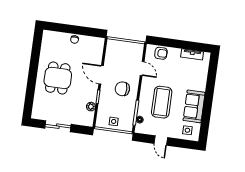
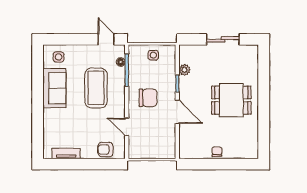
dining table: (58, 78) -> (231, 100), turned 90
door: (161, 140) -> (106, 39), moved

